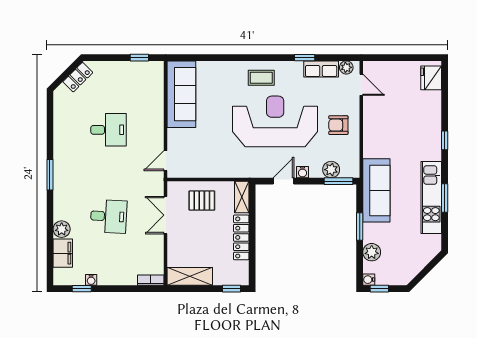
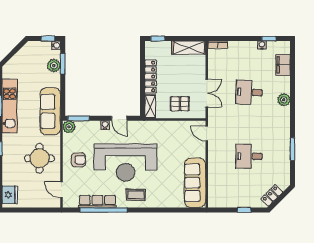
window: (139, 58) -> (244, 210), moved
window: (305, 58) -> (104, 210), width x3.17
plant: (346, 67) -> (73, 203), removed
row of seats: (321, 69) -> (97, 201), width x1.48
round table: (391, 127) -> (39, 158), added
door: (166, 161) -> (207, 134), swing flipped
plant: (331, 170) -> (69, 127), moved
window: (50, 175) -> (292, 149), moved
door: (284, 181) -> (119, 118), hinge flipped
window: (360, 226) -> (63, 64), moved
plant: (62, 229) -> (284, 100), moved

